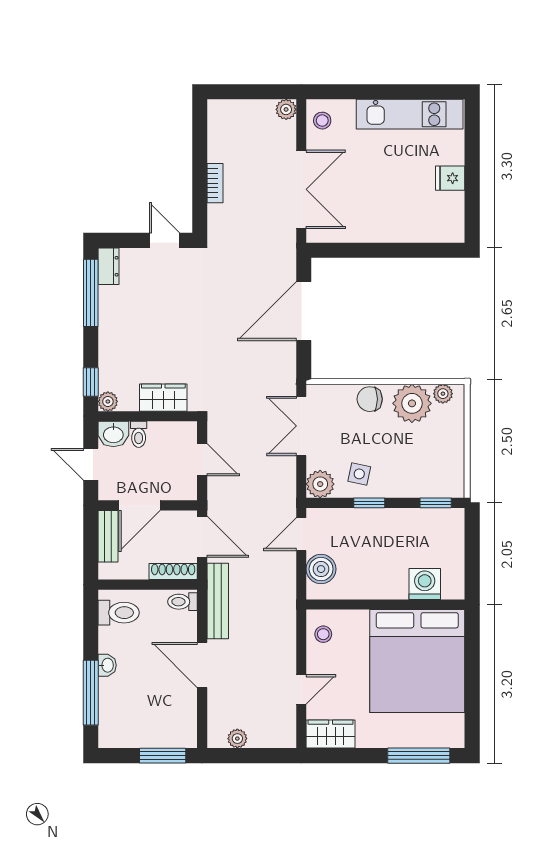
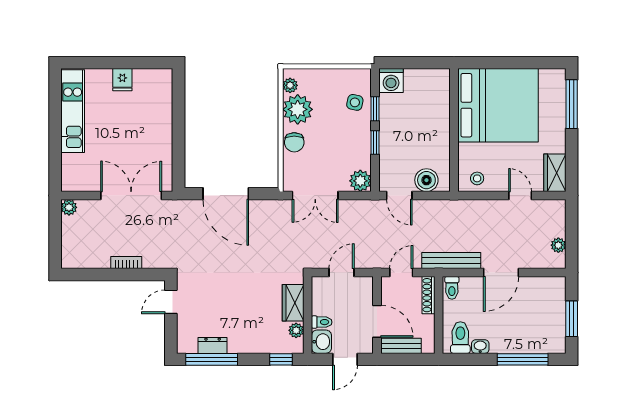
stool: (322, 121) -> (78, 179), removed
dresser: (109, 266) -> (213, 345), moved
plant: (108, 401) -> (296, 330), moved
side table: (359, 474) -> (355, 102), moved
window: (436, 503) -> (375, 109), moved
door: (202, 537) -> (401, 273), width x0.73
washing machine: (425, 584) -> (391, 80), moved, turned -90
washbasin: (107, 665) -> (480, 347), moved
window: (163, 756) -> (572, 319), moved

